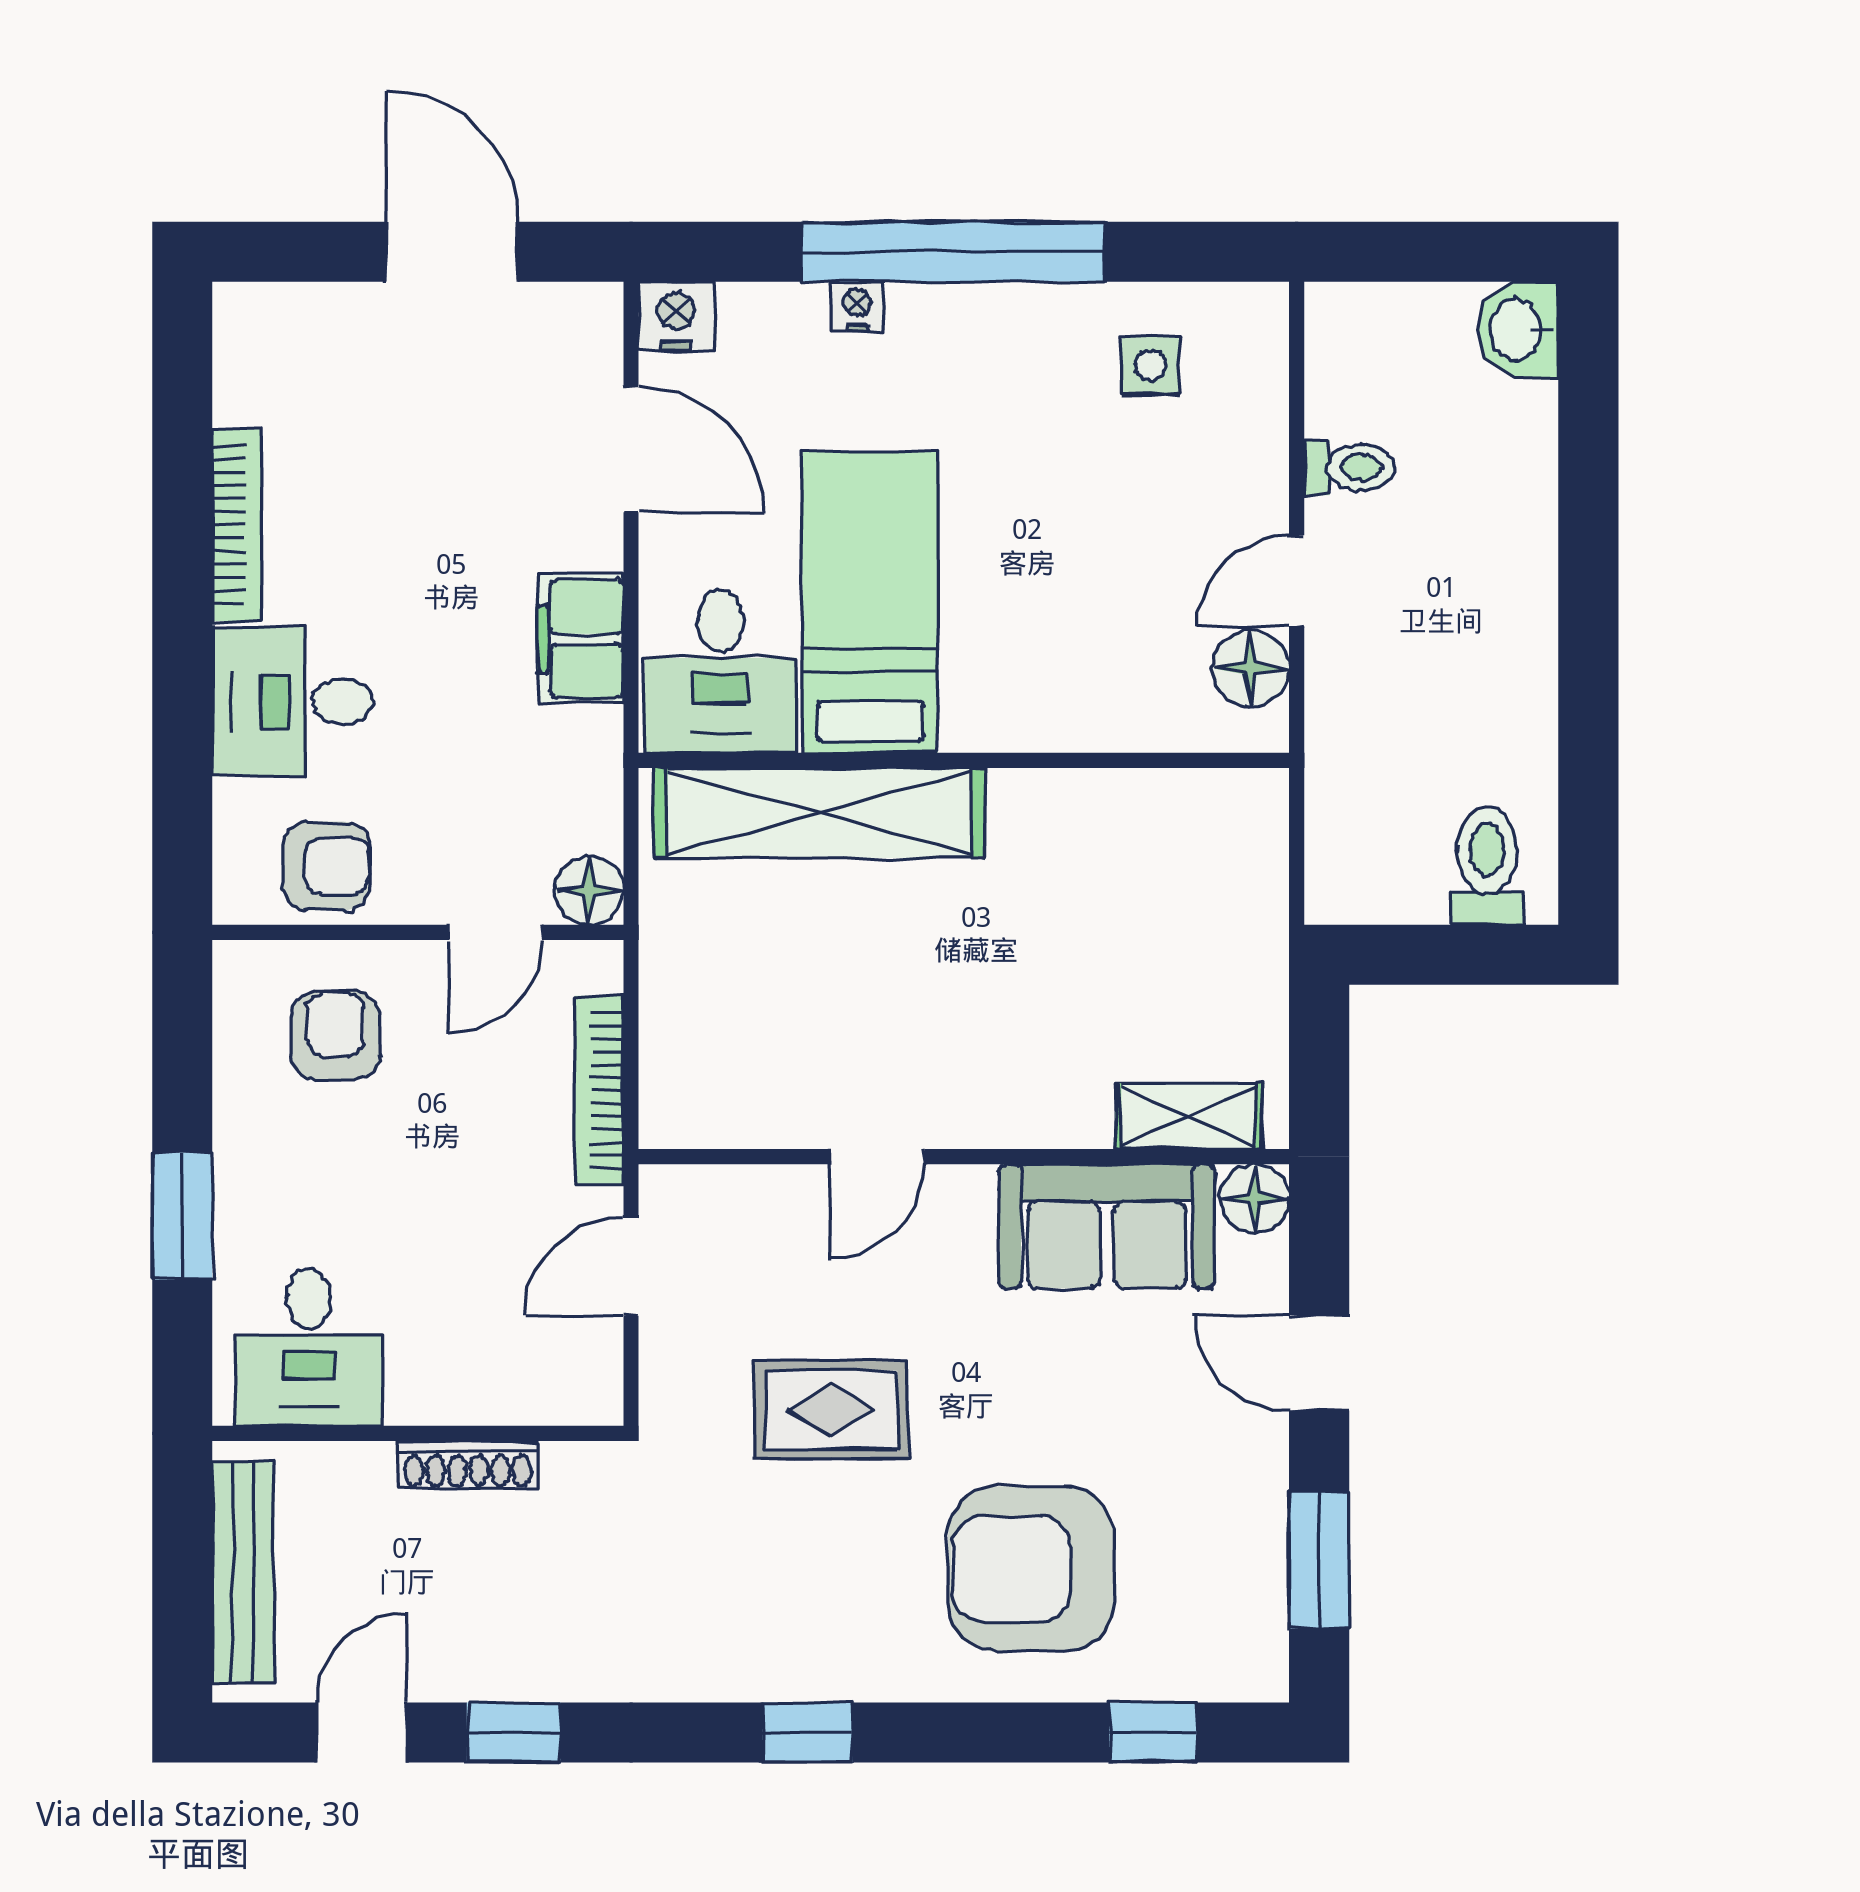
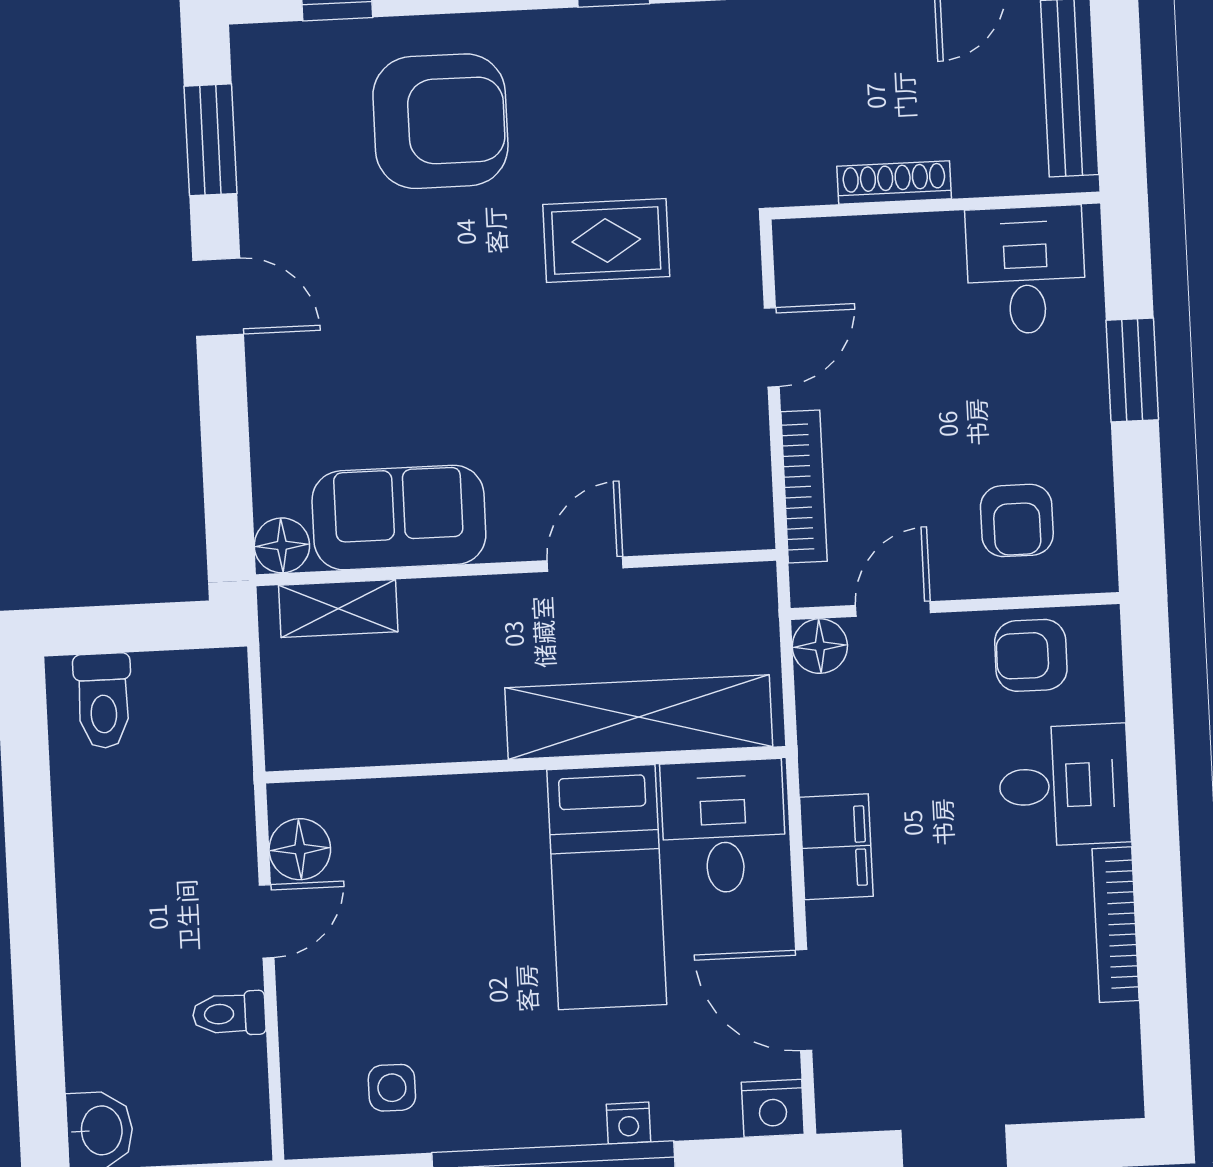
shelving: (1188, 1116) -> (338, 609), moved
door: (877, 1157) -> (585, 564), moved
wall: (964, 1157) -> (516, 568), moved
floor lamp: (1255, 1199) -> (282, 545), moved
sofa: (1107, 1226) -> (399, 518), moved

